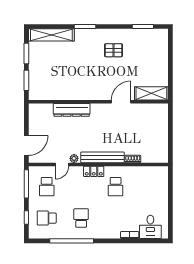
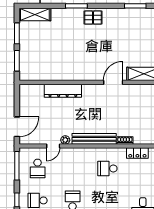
shelving: (51, 35) -> (35, 14), width x0.68
pallet: (113, 50) -> (93, 18), moved
locker: (94, 171) -> (137, 153), moved
school desk: (116, 187) -> (107, 168), turned 90

